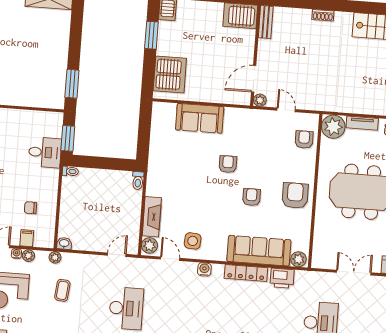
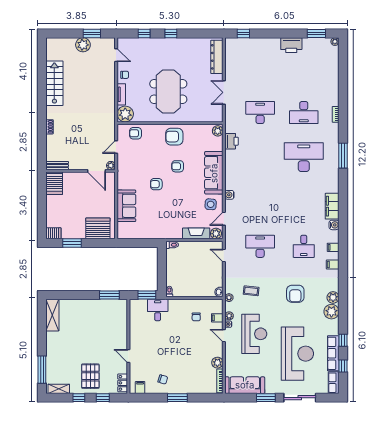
sofa: (259, 251) -> (214, 173), moved
locker: (246, 273) -> (230, 166), removed

